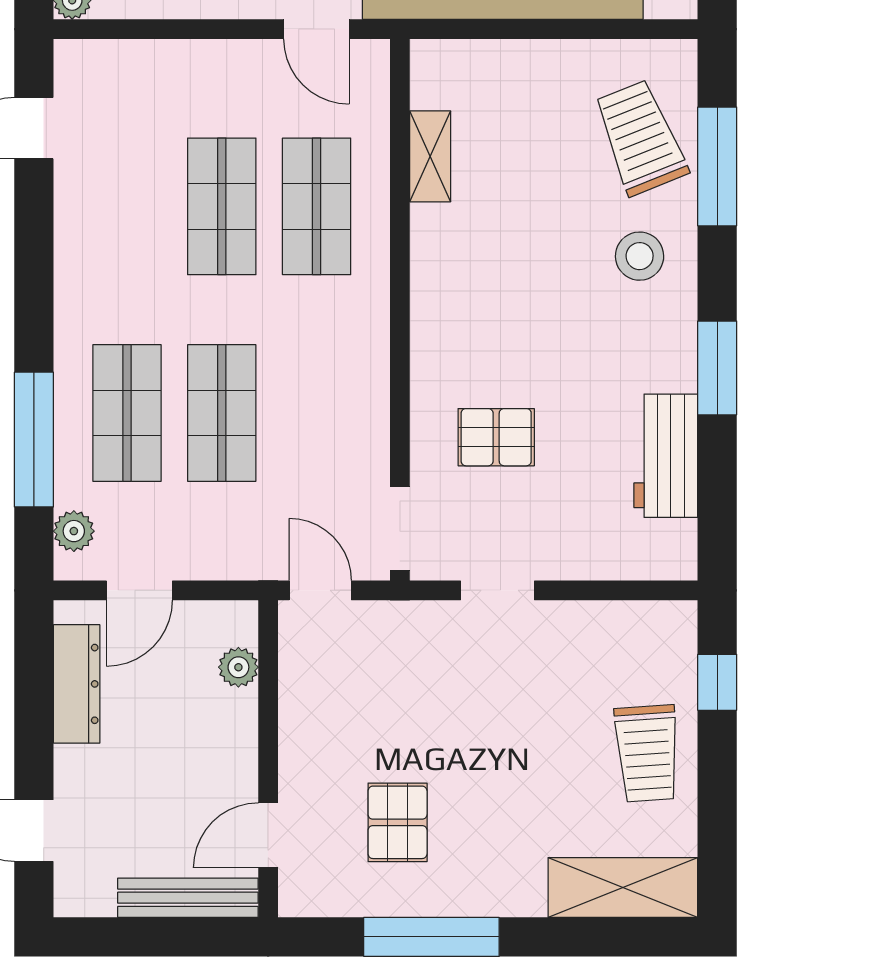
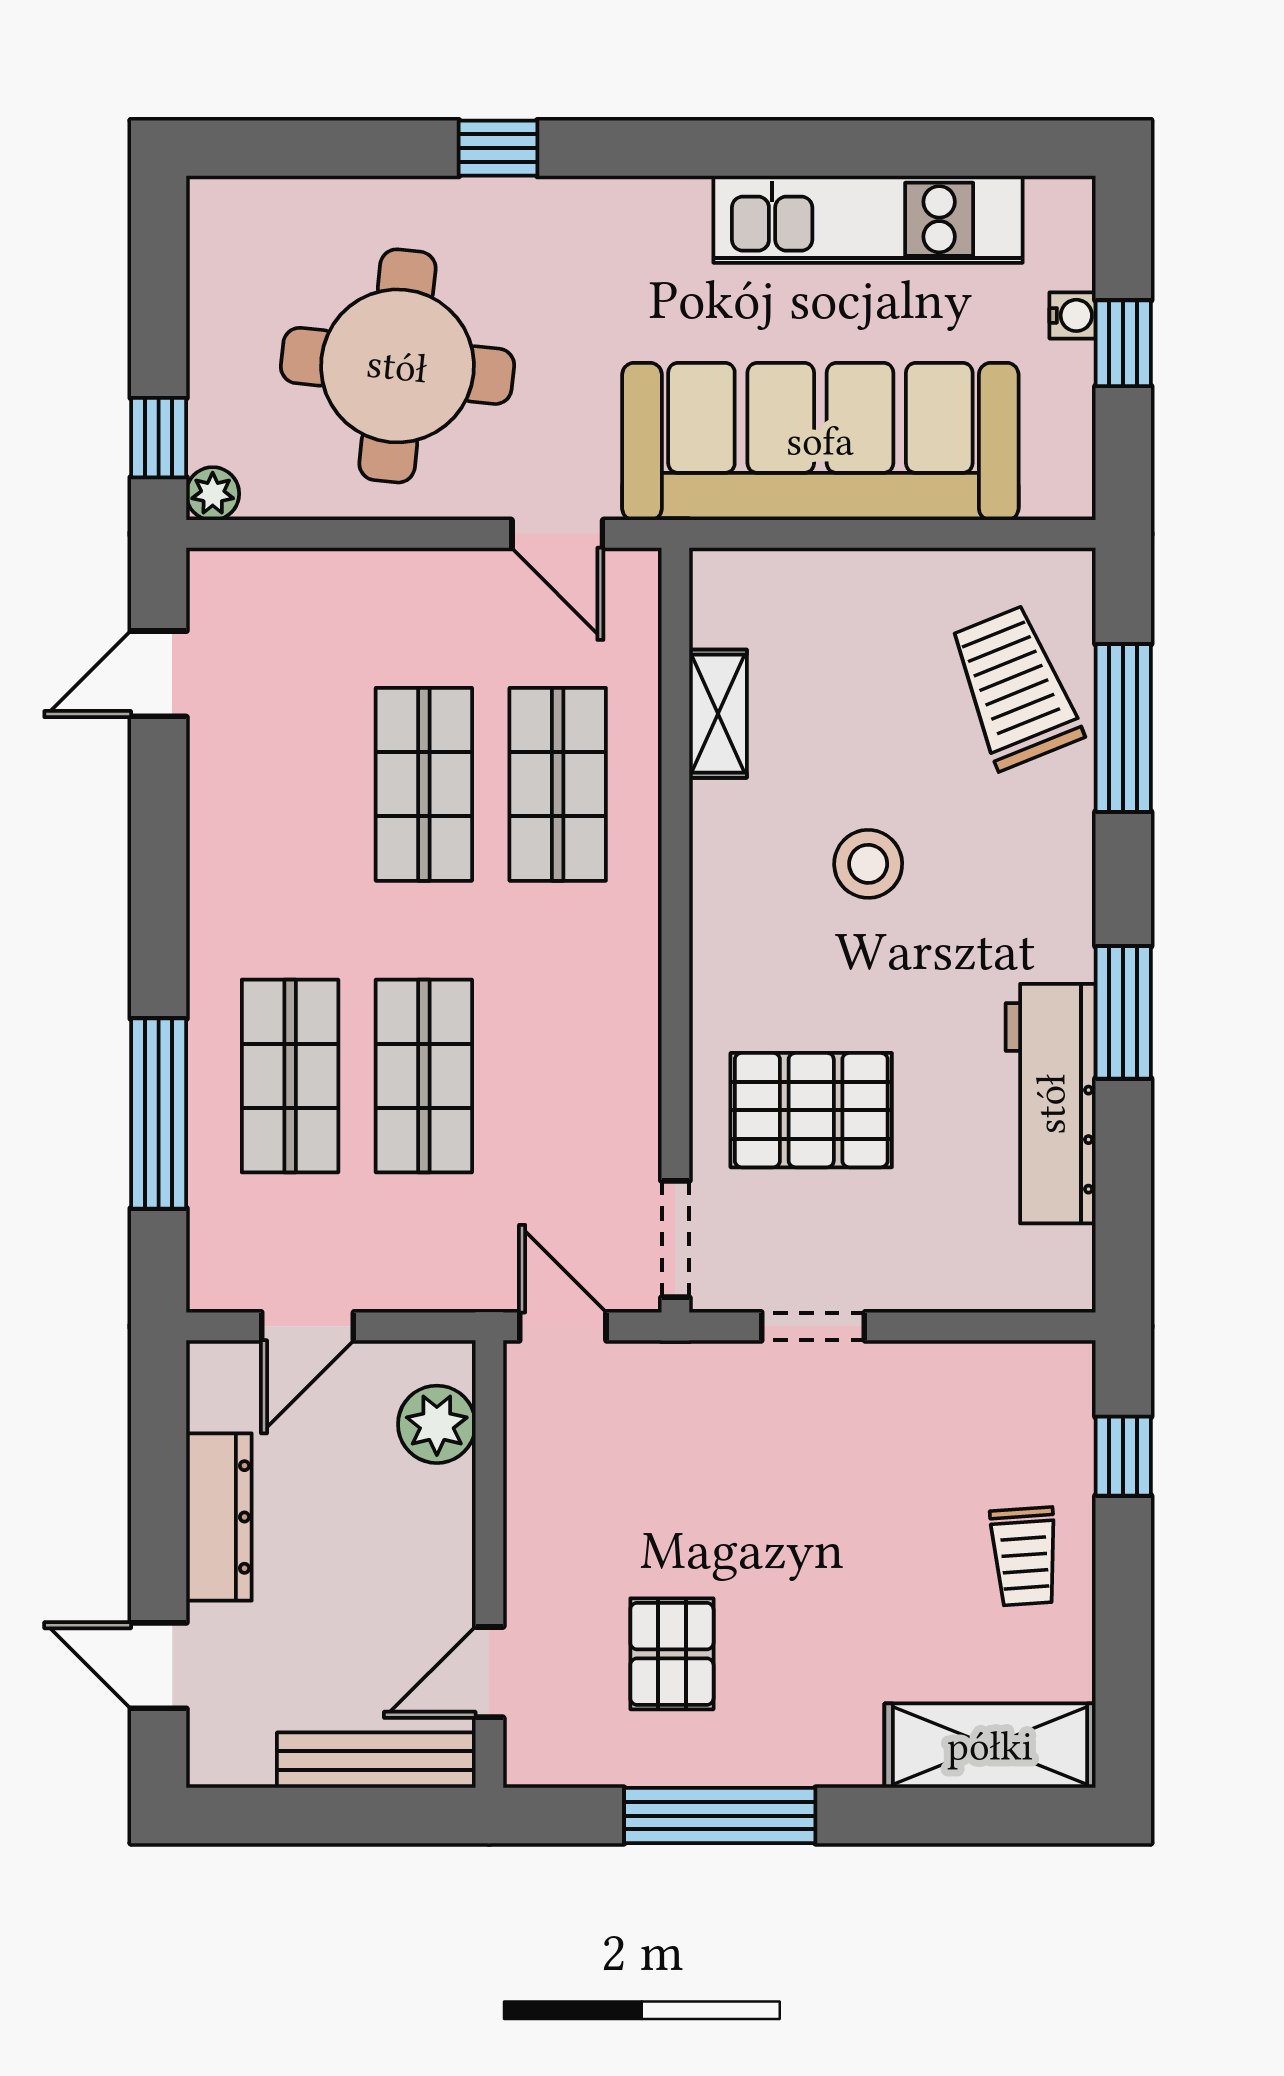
stool: (640, 256) -> (868, 864), moved
pallet: (496, 437) -> (811, 1110), width x1.50, depth x1.42
workbench: (666, 456) -> (1051, 1104), width x1.38
plant: (74, 531) -> (215, 1243), removed
plant: (238, 667) -> (437, 1424), width x1.38, depth x1.38
dresser: (77, 684) -> (219, 1517), moved
trolley: (647, 753) -> (1024, 1556), width x0.73, depth x0.72

